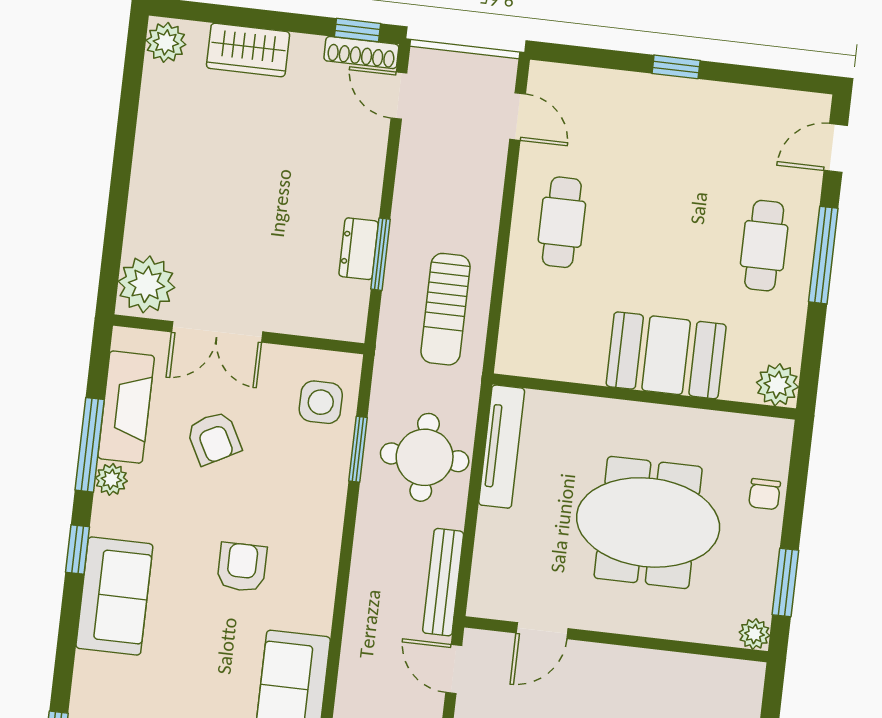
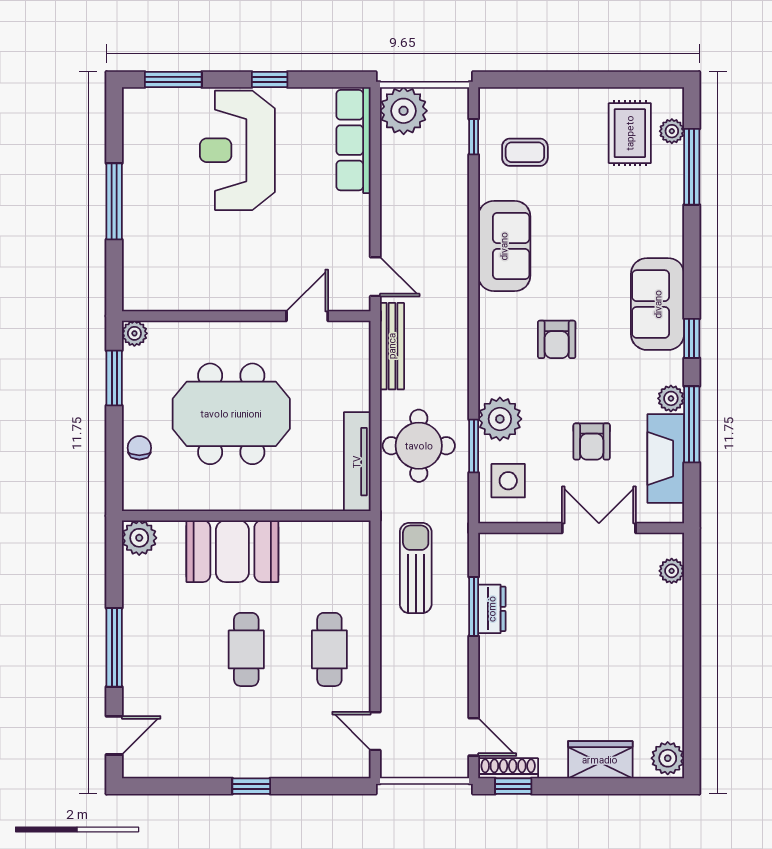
cafe table: (764, 246) -> (246, 649), moved
plant: (146, 284) -> (672, 571), width x0.53, depth x0.53
armchair: (214, 438) -> (592, 442), turned -152
plant: (322, 478) -> (500, 419), added

